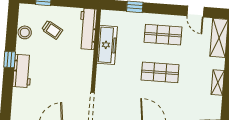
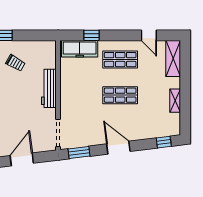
workbench: (88, 29) -> (49, 88), moved
freezer: (107, 45) -> (80, 49), moved, turned 90

